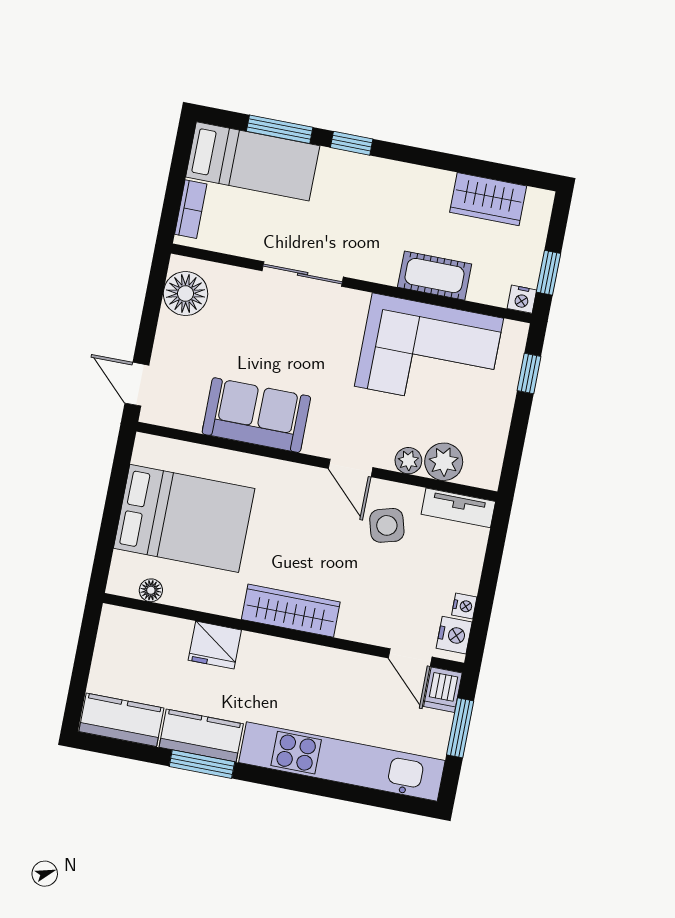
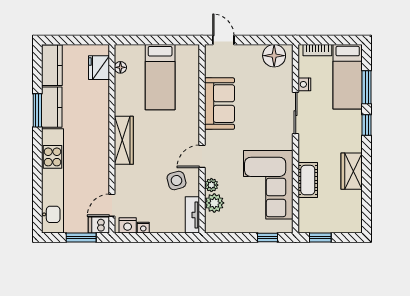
wardrobe: (488, 199) -> (352, 171), moved
nightstand: (522, 299) -> (304, 84), moved
door: (137, 384) -> (223, 40), hinge flipped
bed: (184, 518) -> (160, 77), width x0.67
fridge: (215, 645) -> (99, 68), moved

